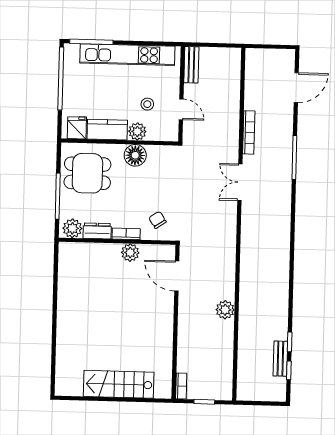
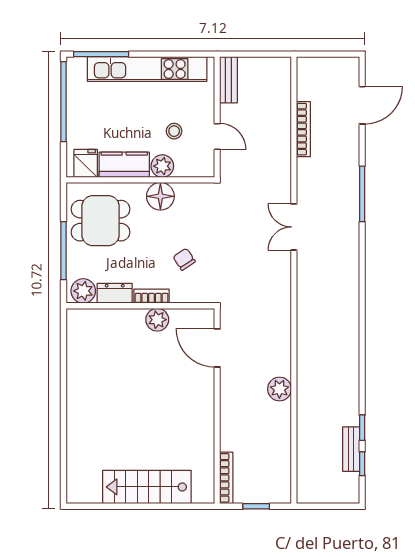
bookcase: (249, 132) -> (303, 129), moved
chair: (158, 220) -> (184, 259), moved
bookcase: (181, 386) -> (226, 478), width x1.56

